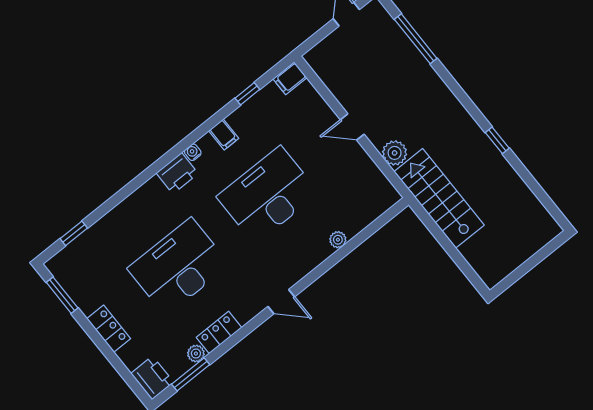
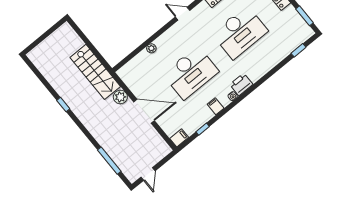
door: (352, 127) -> (144, 111), width x1.88

